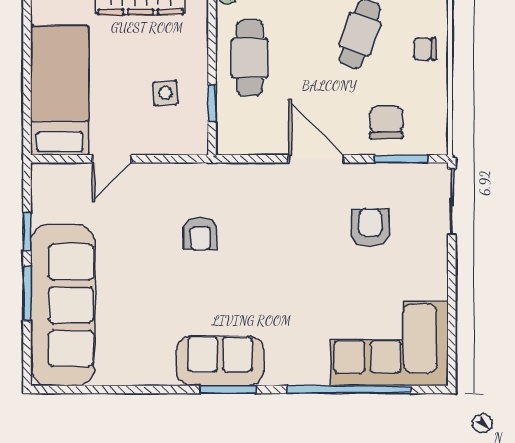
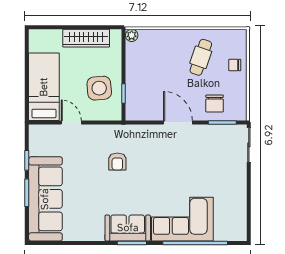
cafe table: (250, 58) -> (143, 70), removed
side table: (165, 93) -> (99, 88), width x1.87, depth x1.87
chair: (386, 122) -> (215, 103), turned 180
door: (112, 159) -> (71, 122), swing flipped
armchair: (370, 228) -> (206, 159), removed
corner sofa: (389, 344) -> (182, 219), moved

